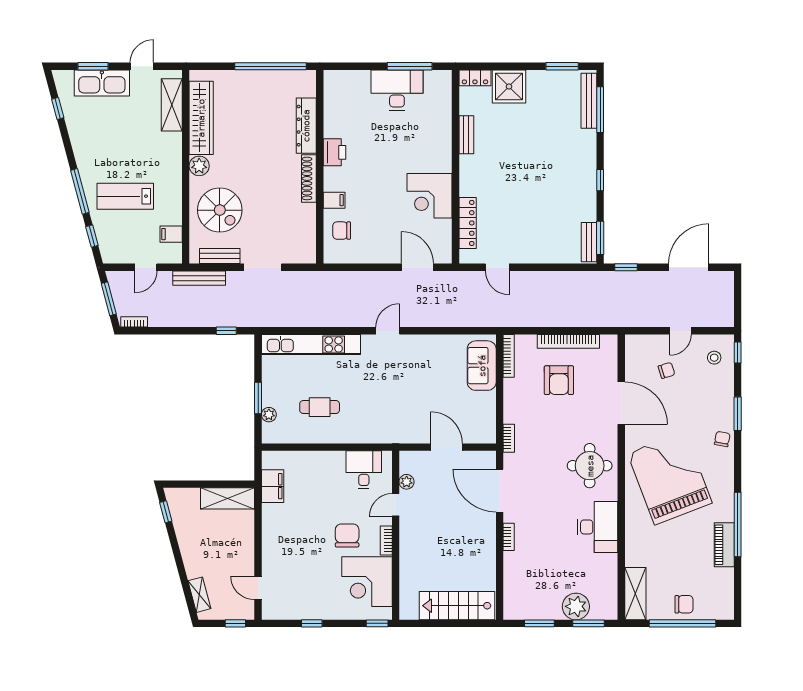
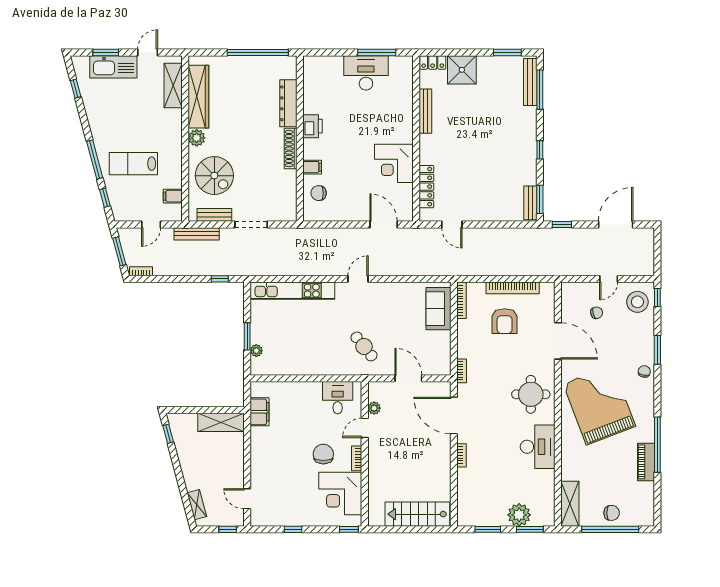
bench: (466, 135) -> (425, 111), width x1.36
stool: (714, 358) -> (637, 302), width x1.89, depth x1.89
cafe table: (320, 407) -> (364, 346), moved, turned 51

